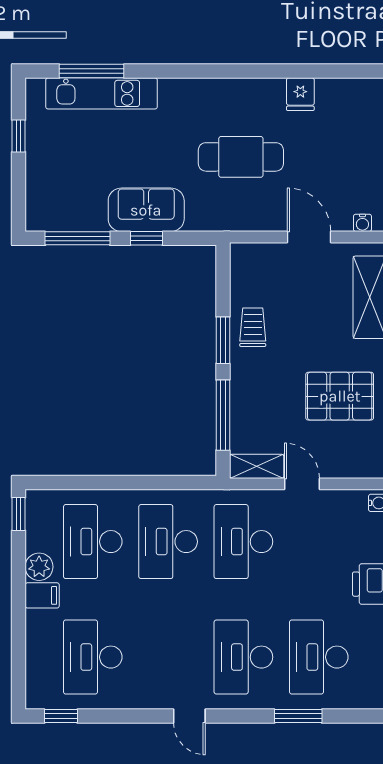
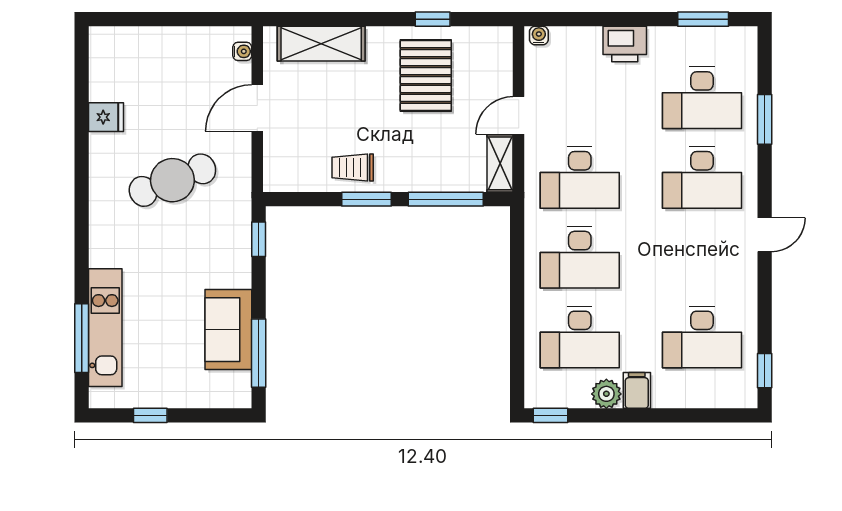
cafe table: (241, 157) -> (172, 180), turned 69
sofa: (146, 210) -> (228, 330), moved
window: (146, 238) -> (259, 239), moved

